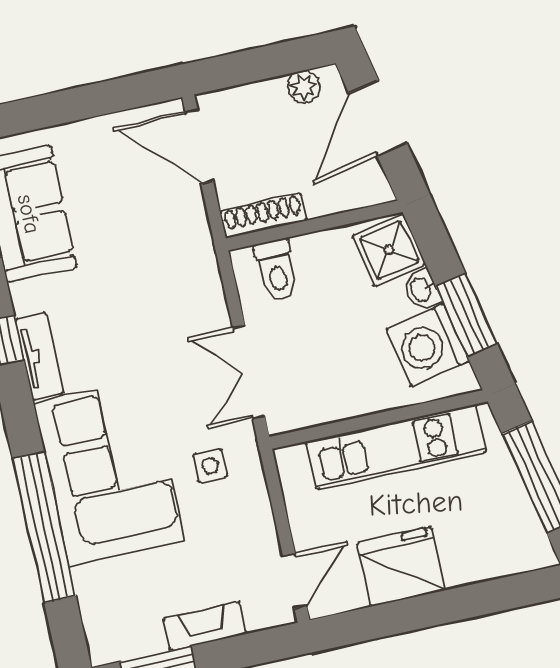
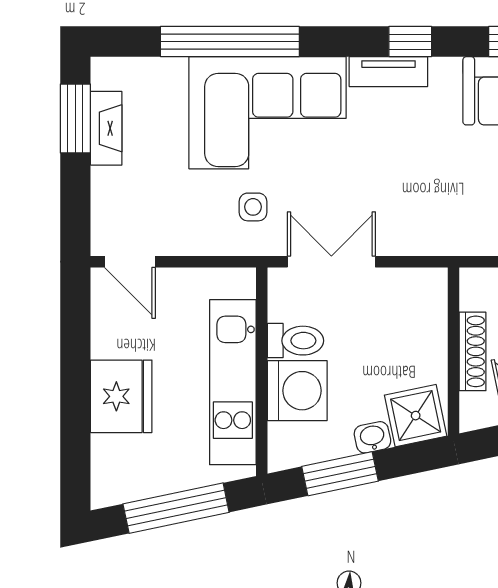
shoe rack: (263, 216) -> (473, 351), moved
toilet: (277, 270) -> (296, 341), moved, turned 180
washing machine: (428, 345) -> (297, 391), moved, turned 102
fridge: (401, 567) -> (121, 396), moved
fireplace: (204, 626) -> (106, 128), moved

